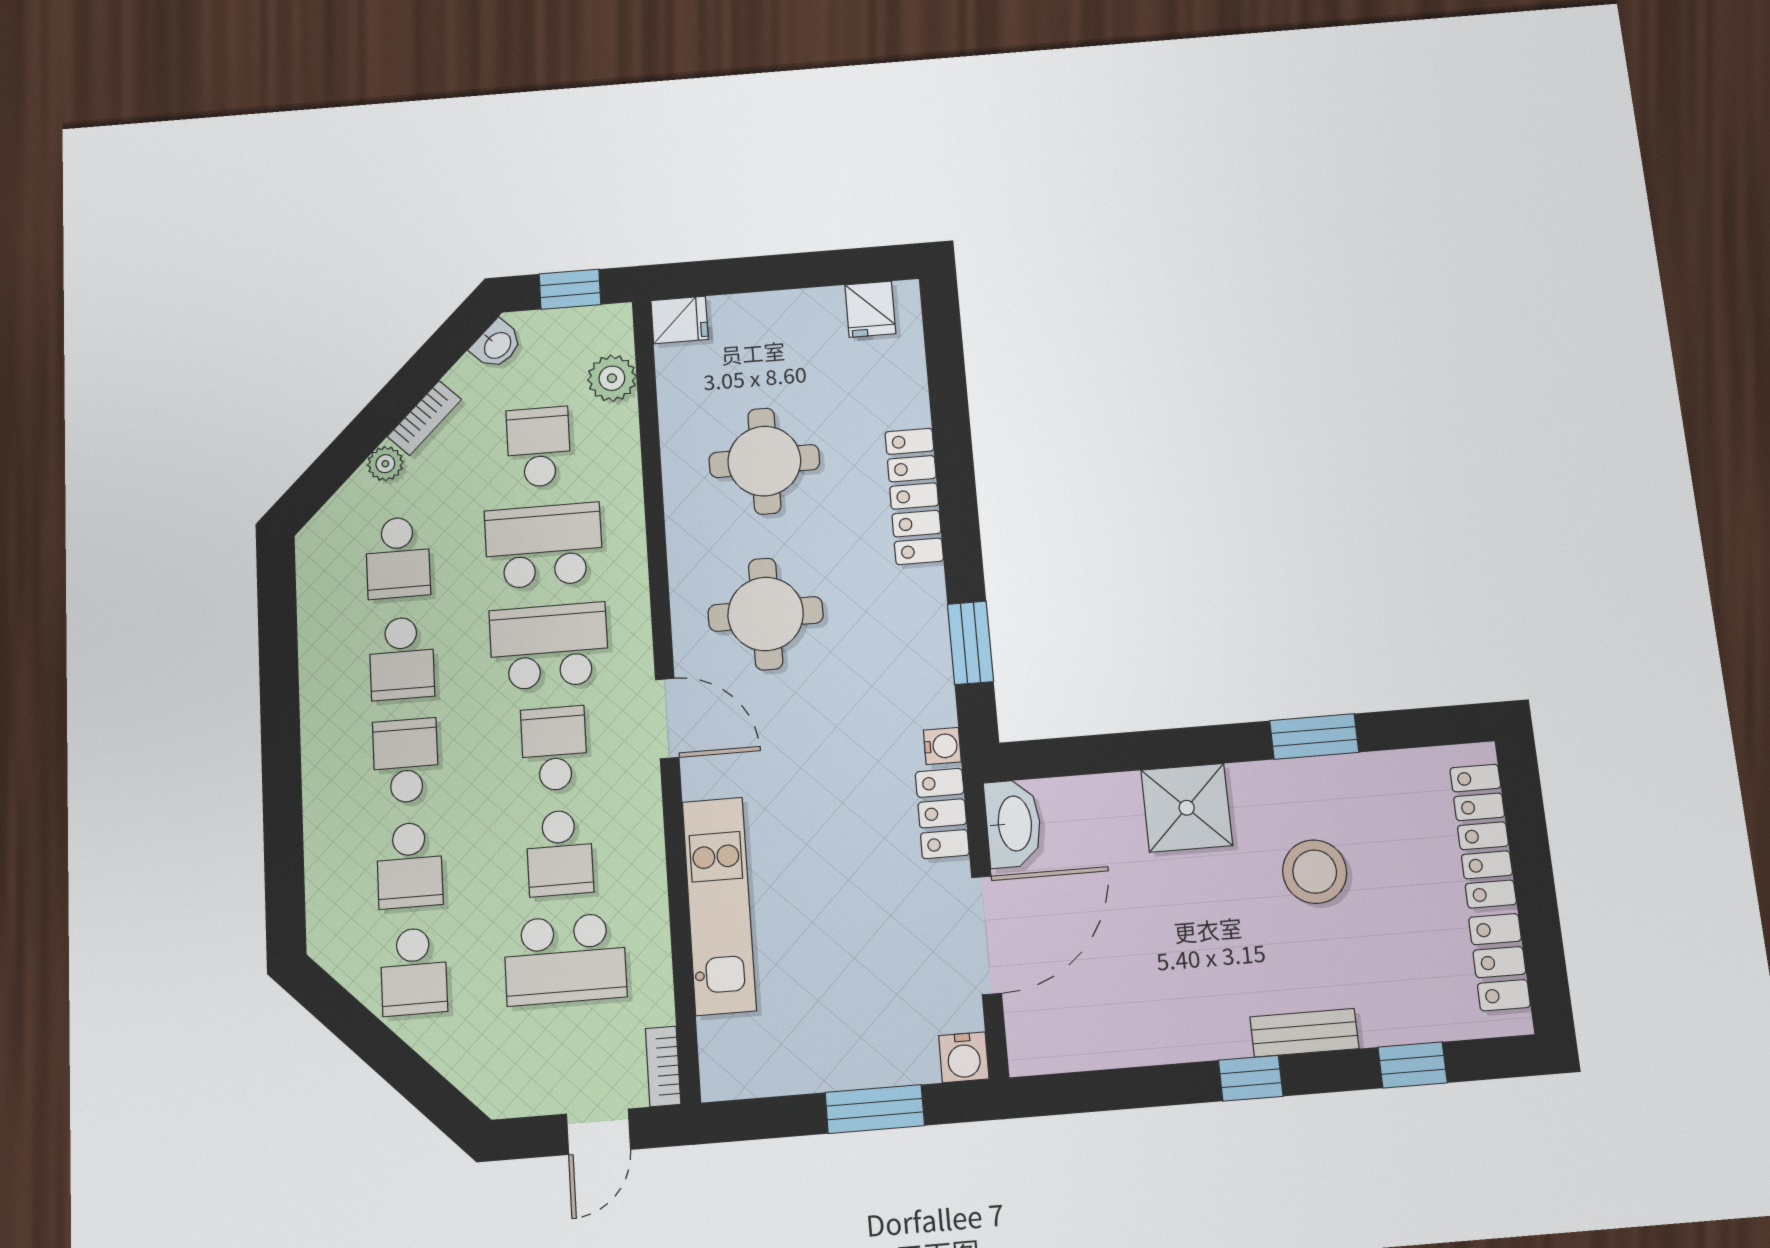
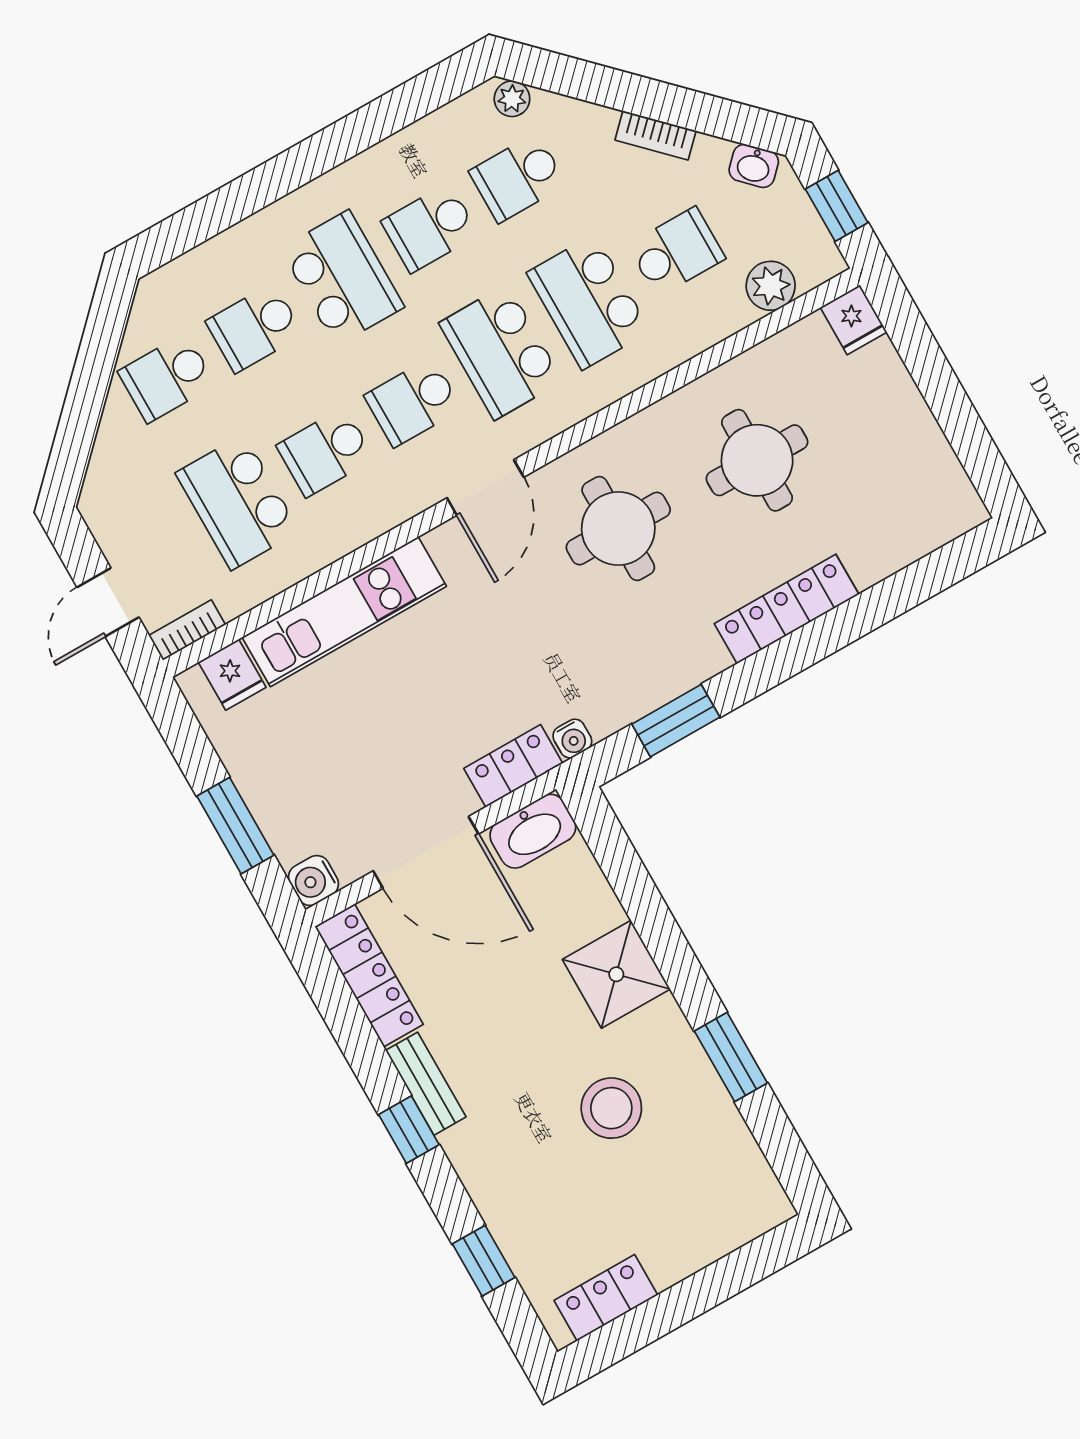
fridge: (870, 309) -> (232, 675), moved, turned -90
plant: (385, 464) -> (512, 99), moved
school desk: (544, 546) -> (589, 302), turned 180
school desk: (549, 646) -> (501, 352), turned 180
school desk: (554, 749) -> (413, 402), turned 180
school desk: (406, 761) -> (342, 278), width x1.85
locker: (1483, 836) -> (369, 976), moved, turned 90
bench: (1304, 1033) -> (426, 1084), moved
door: (598, 1132) -> (108, 602), hinge flipped

